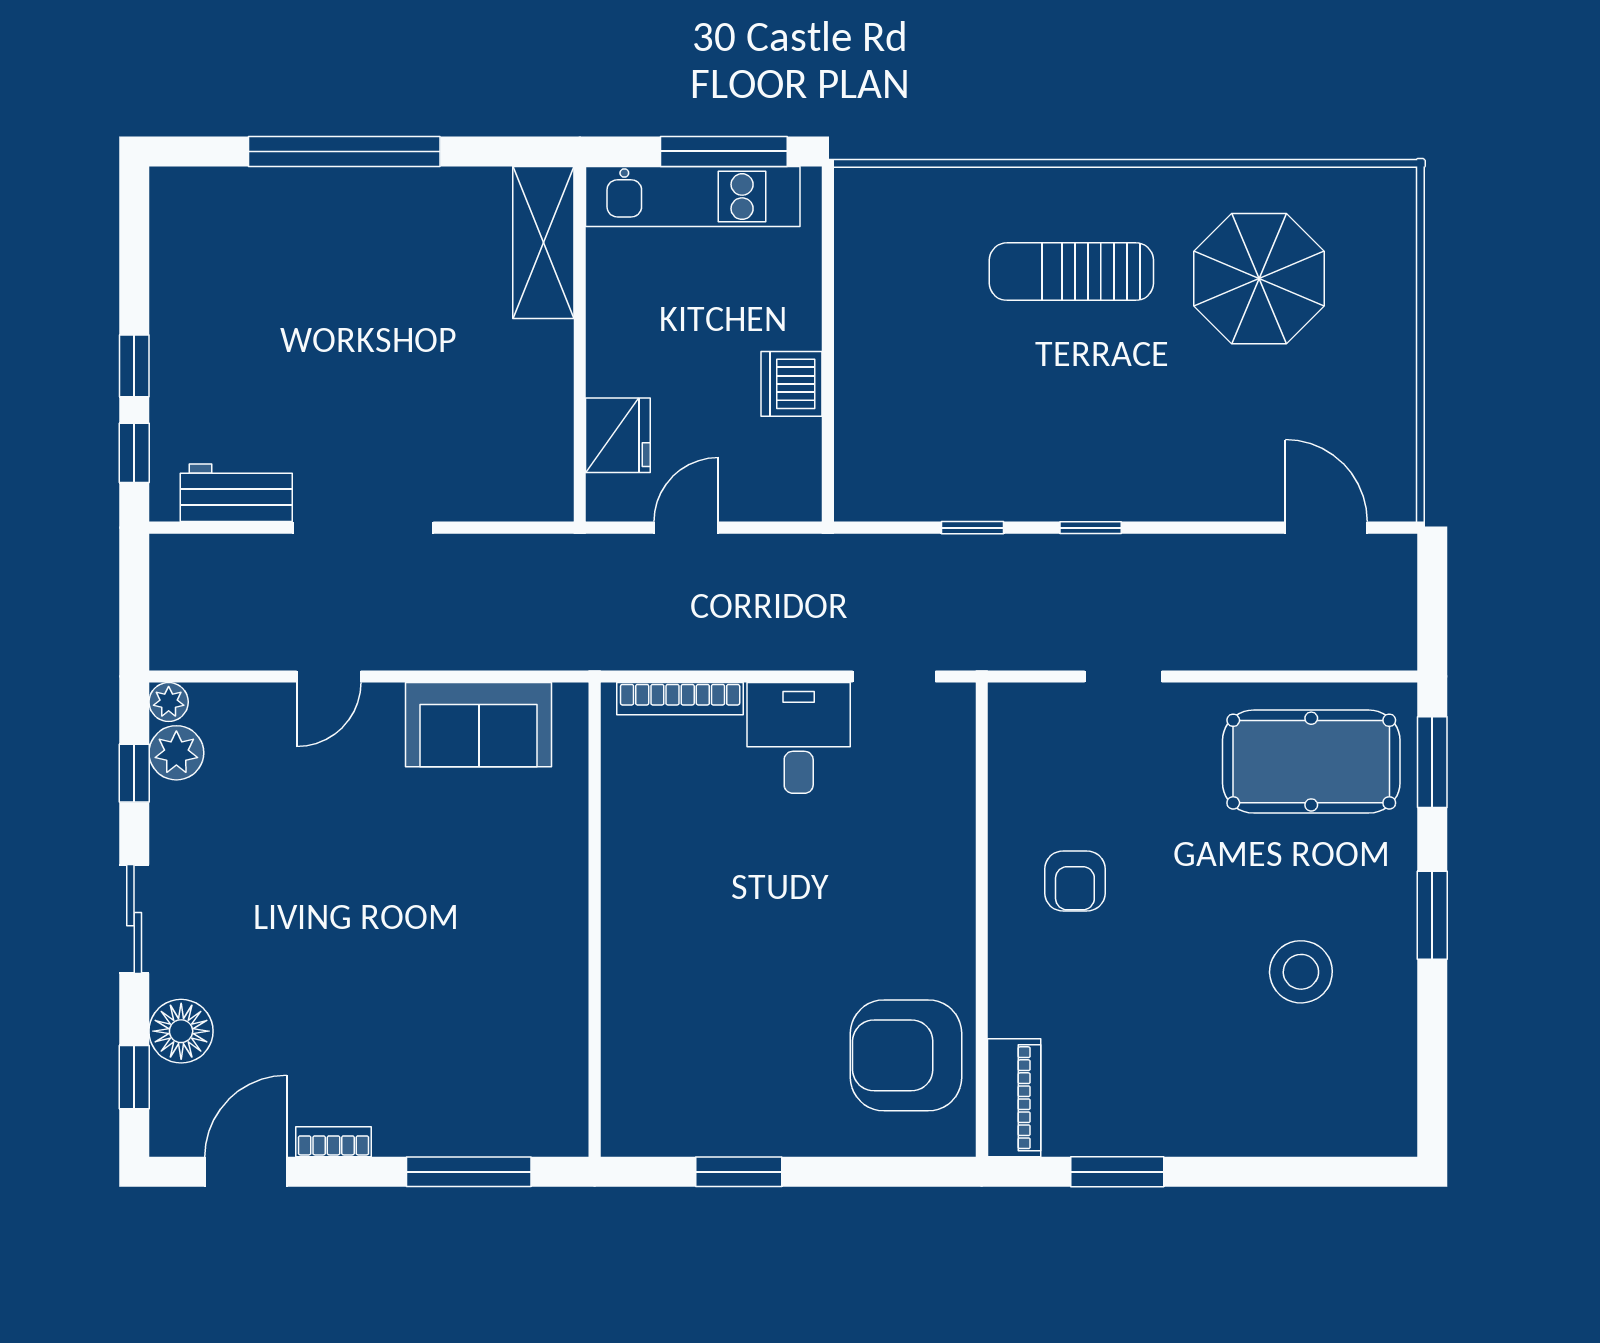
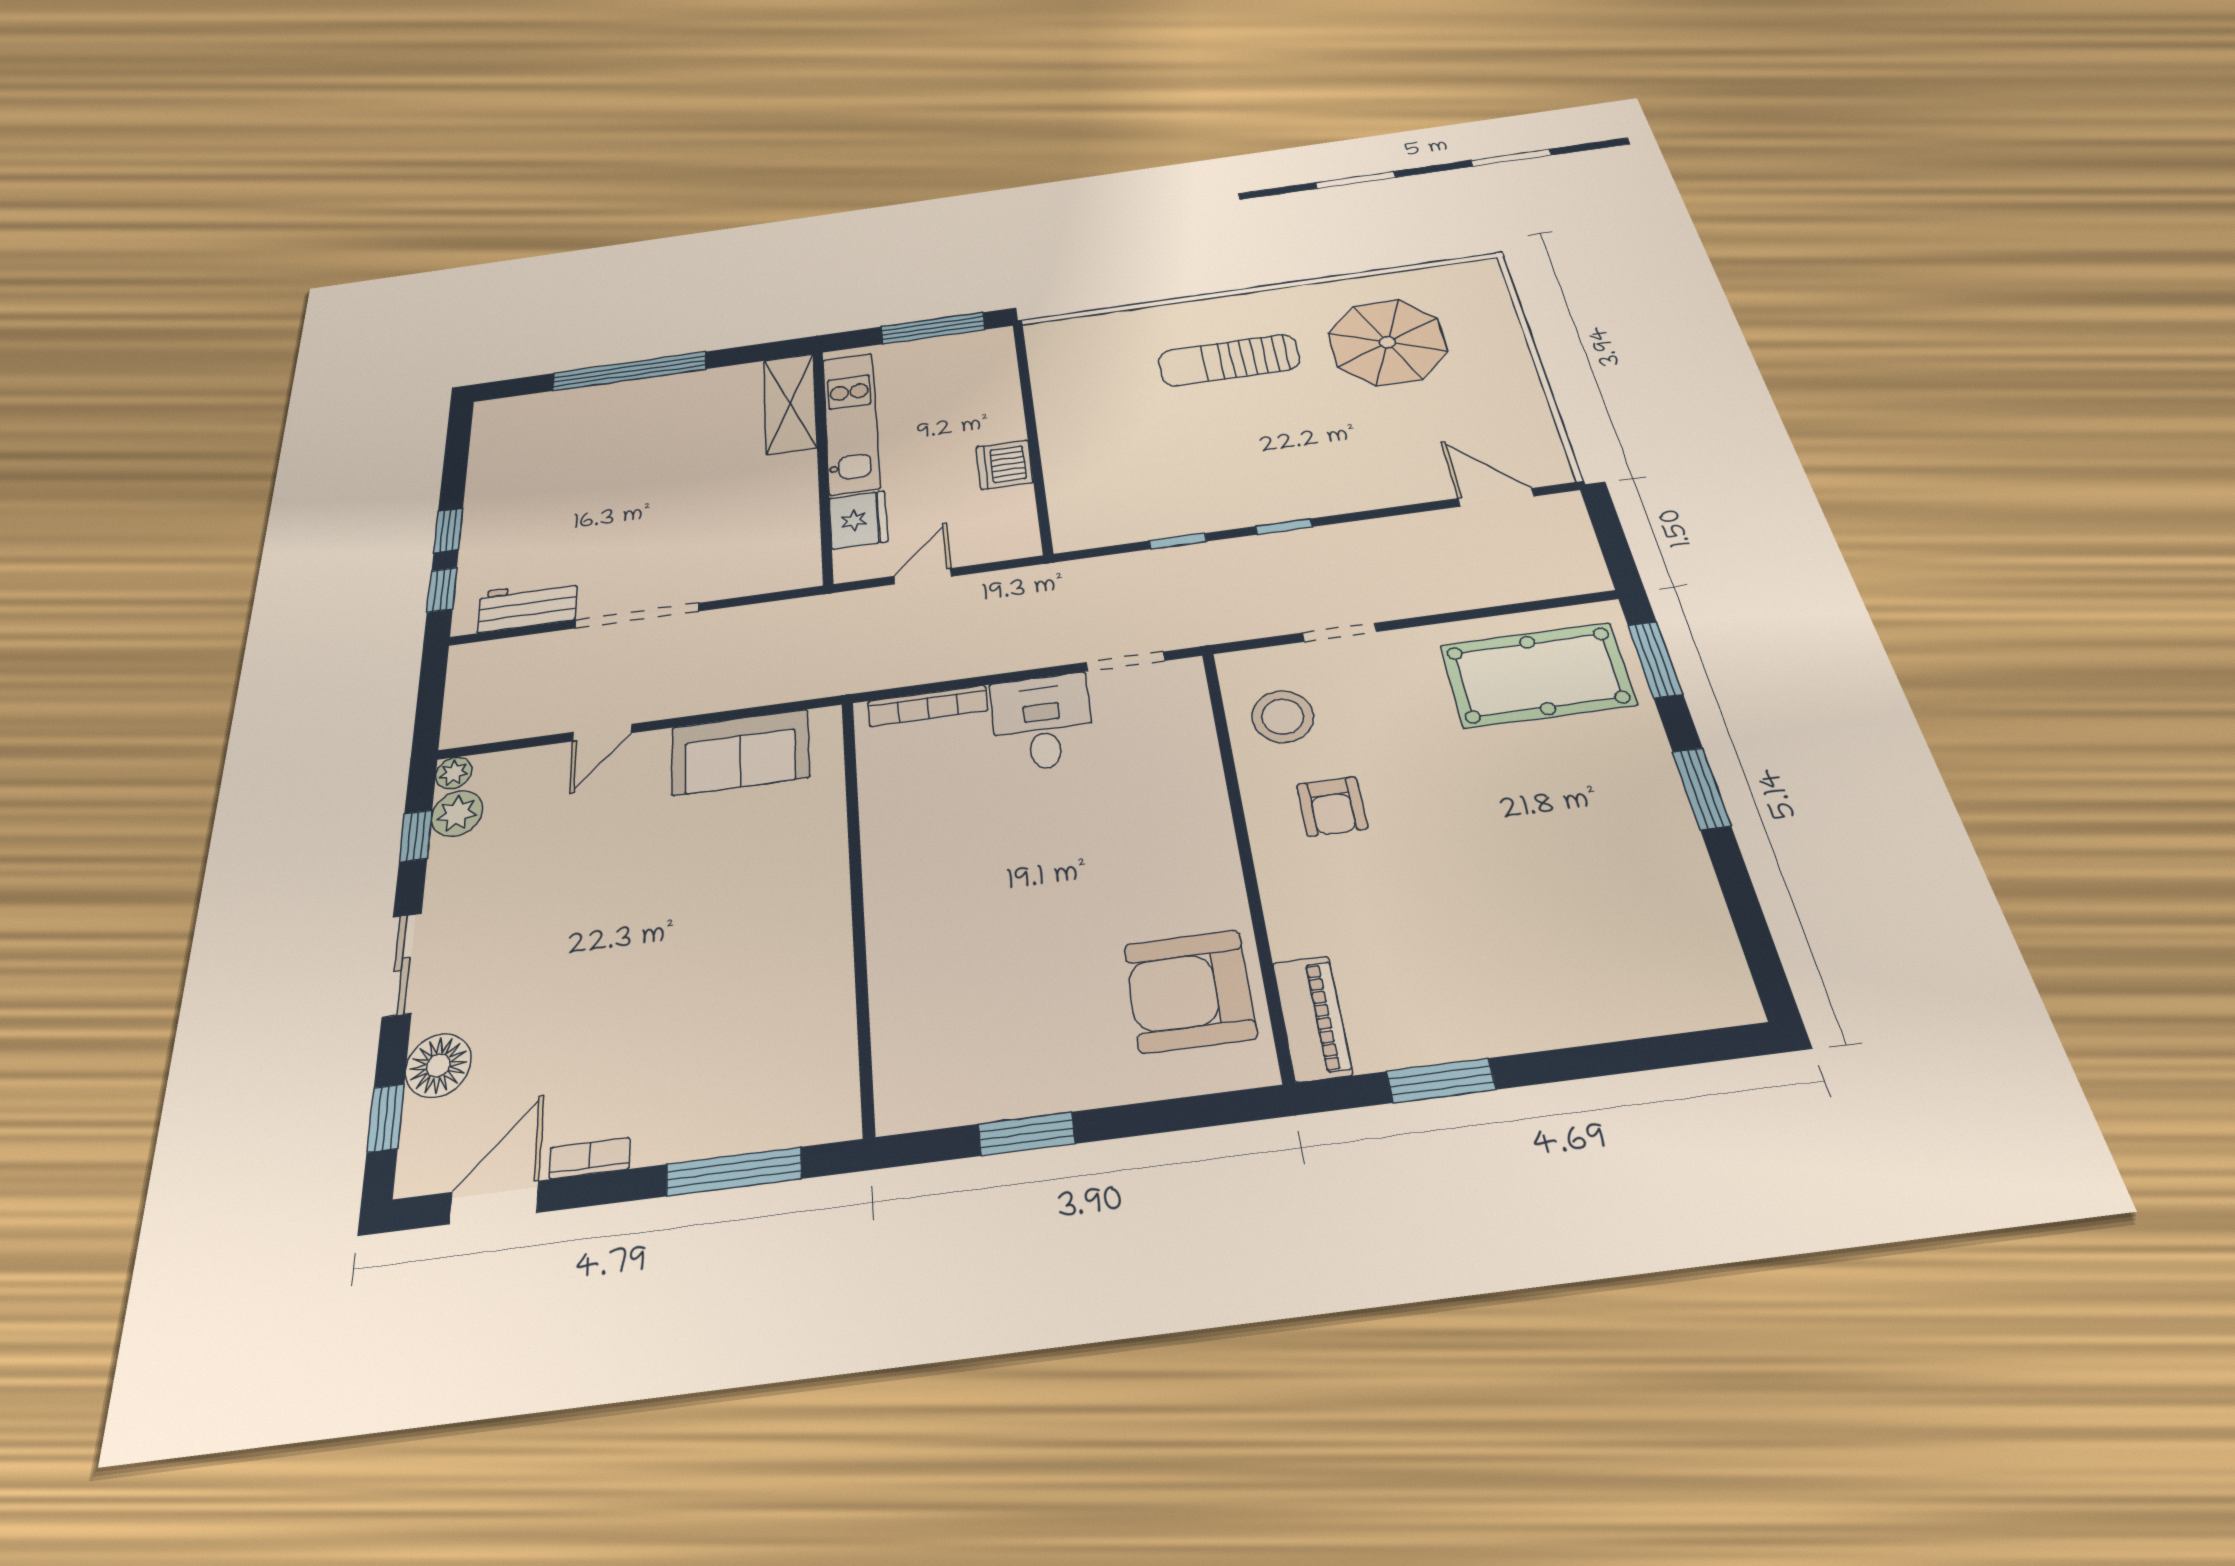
kitchen unit: (693, 197) -> (851, 423), moved, turned -90
stool: (1301, 972) -> (1283, 717), moved

